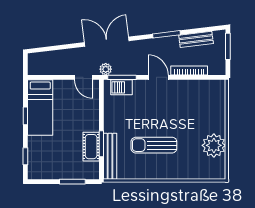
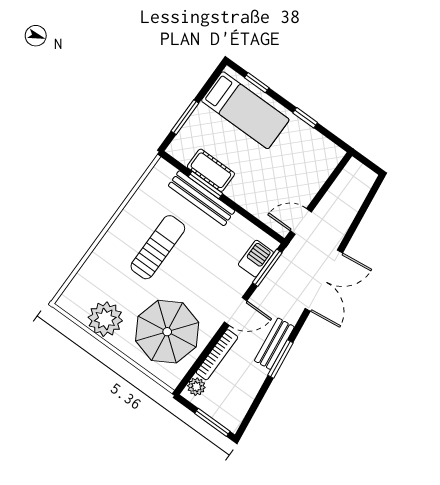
bench: (196, 39) -> (274, 344), moved
plant: (106, 69) -> (196, 387), moved
parasol: (196, 107) -> (167, 332), added
bed: (40, 108) -> (245, 110), moved, turned 180
bench: (110, 156) -> (202, 198), moved

